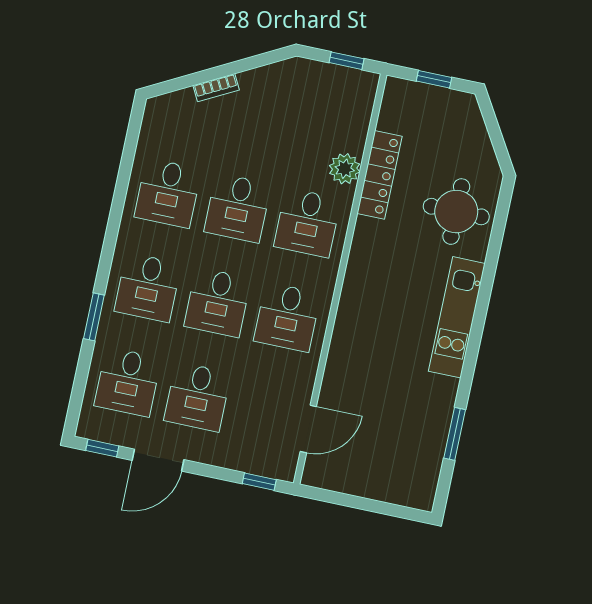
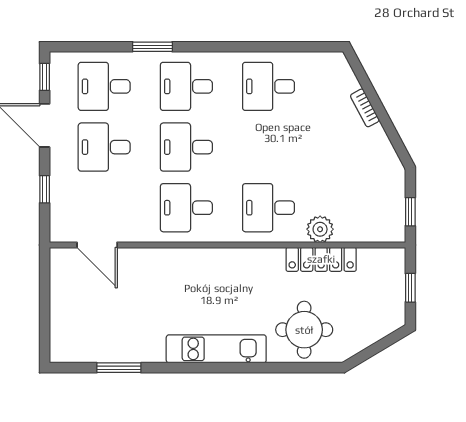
desk: (238, 208) -> (269, 147), removed
window: (259, 482) -> (45, 189), moved

